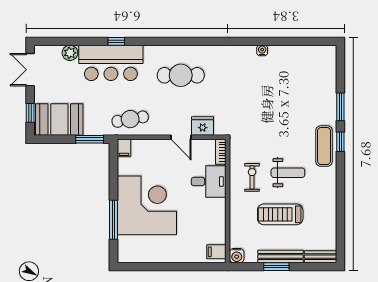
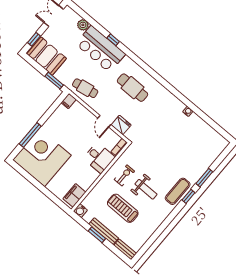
corner desk: (147, 205) -> (42, 158), moved, turned -90
filing cabinet: (216, 252) -> (74, 195), width x2.00

